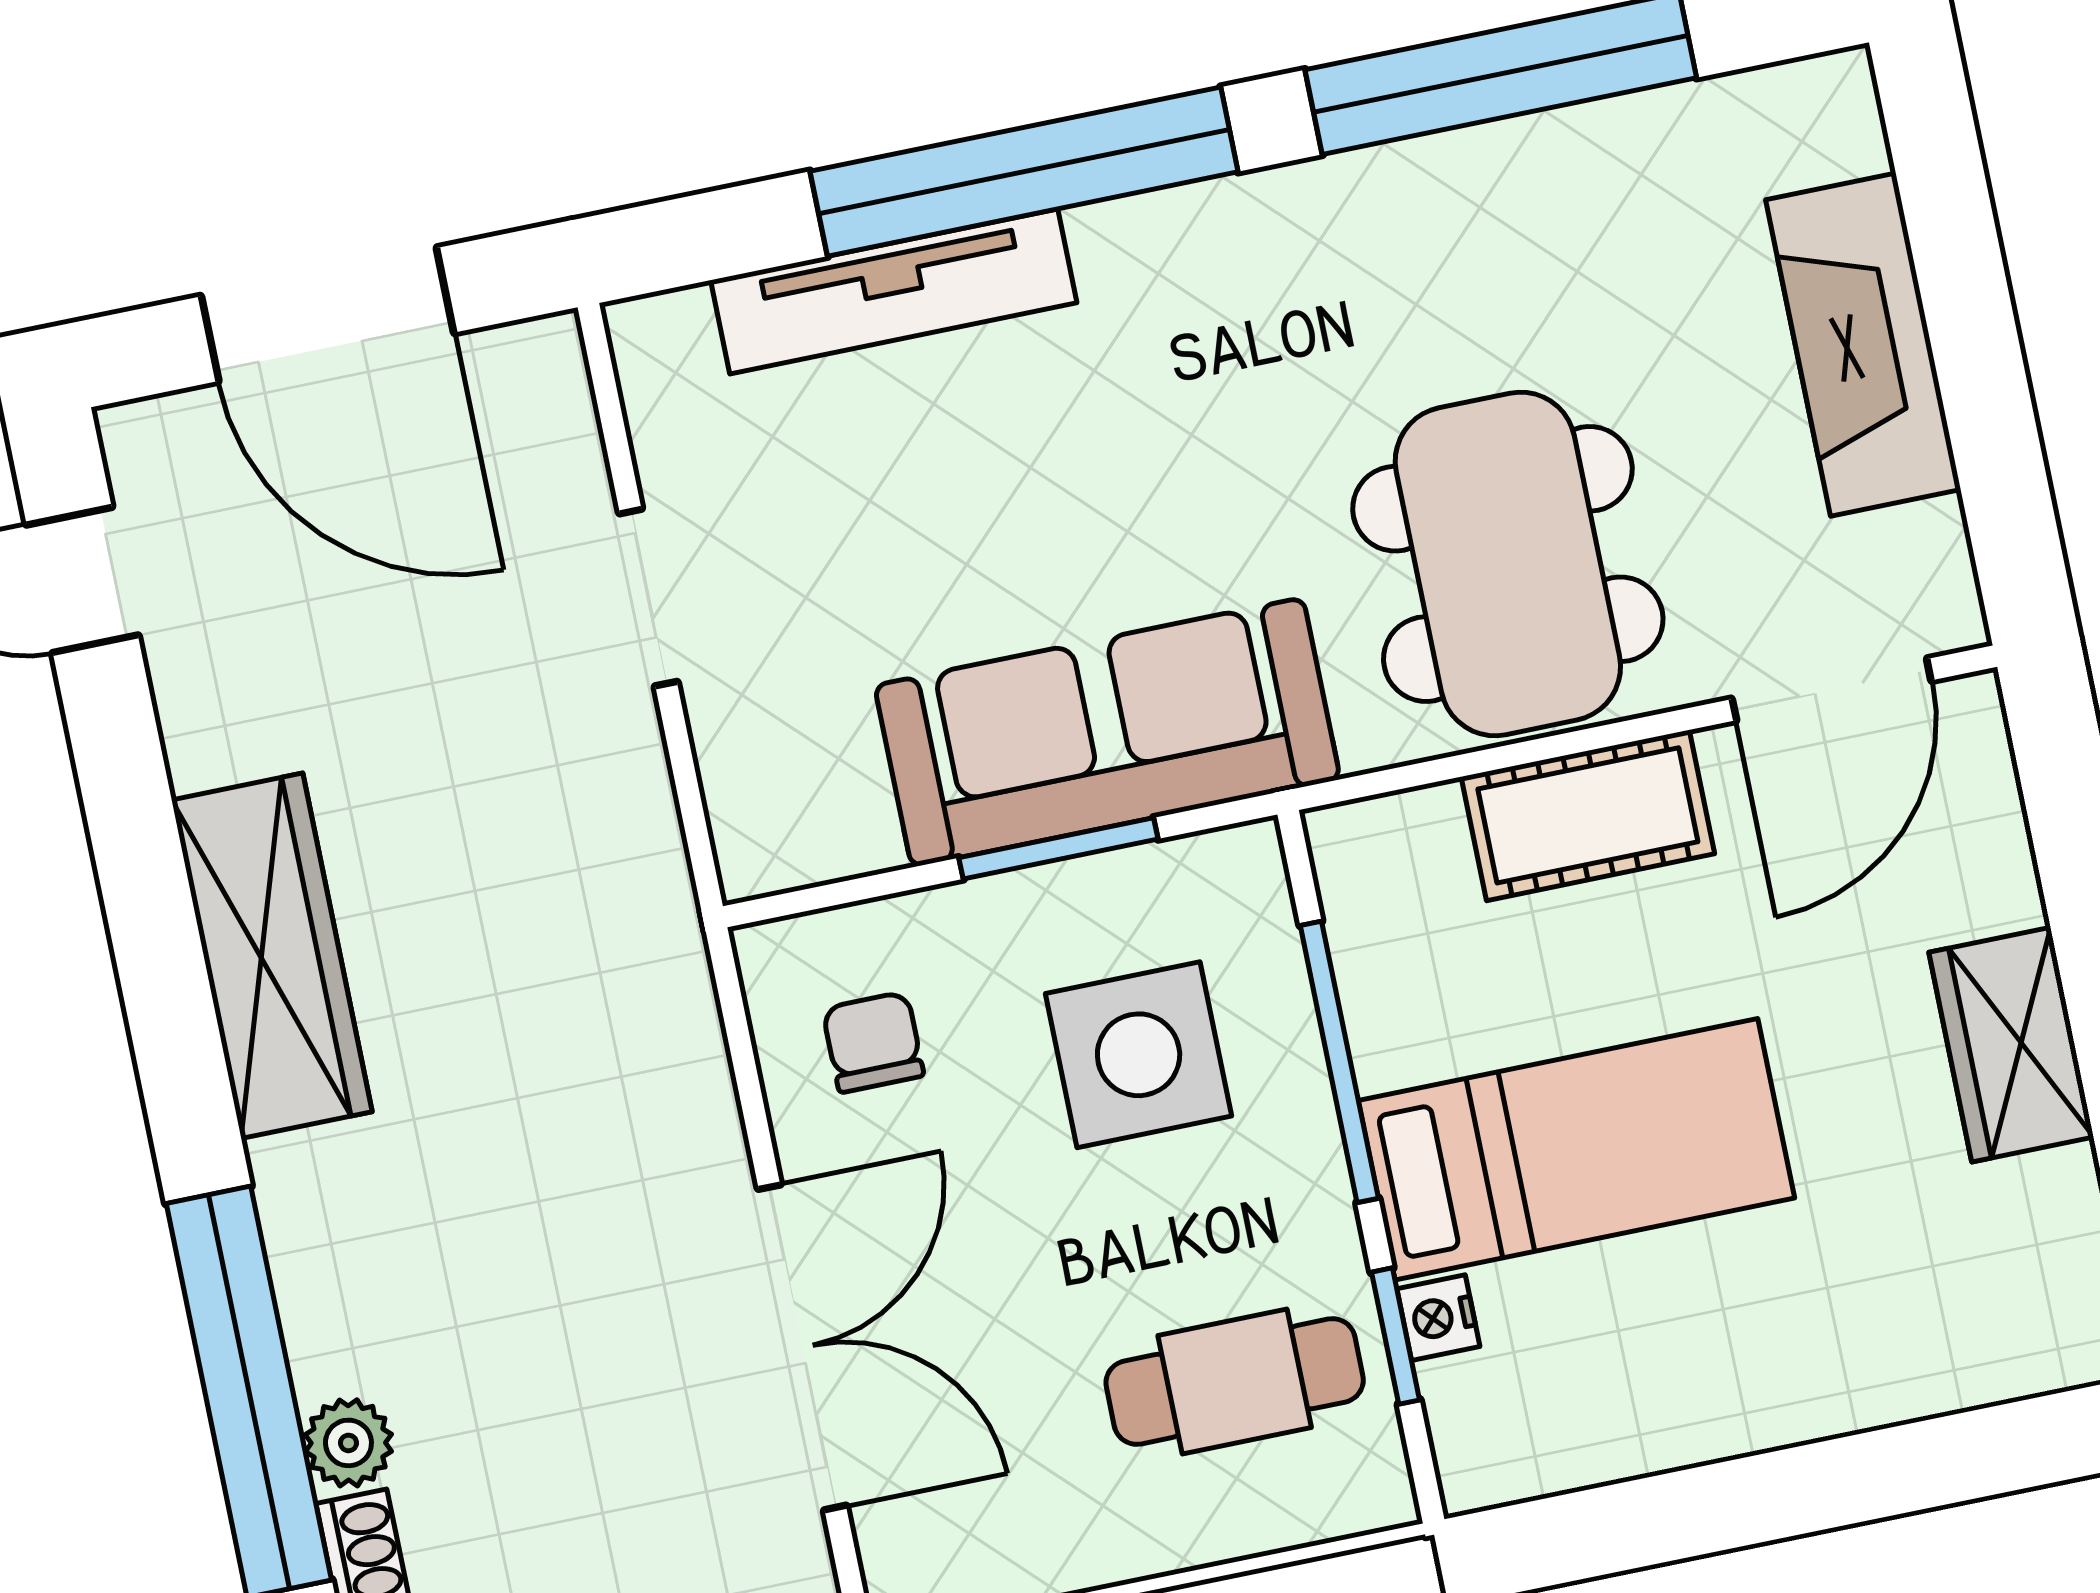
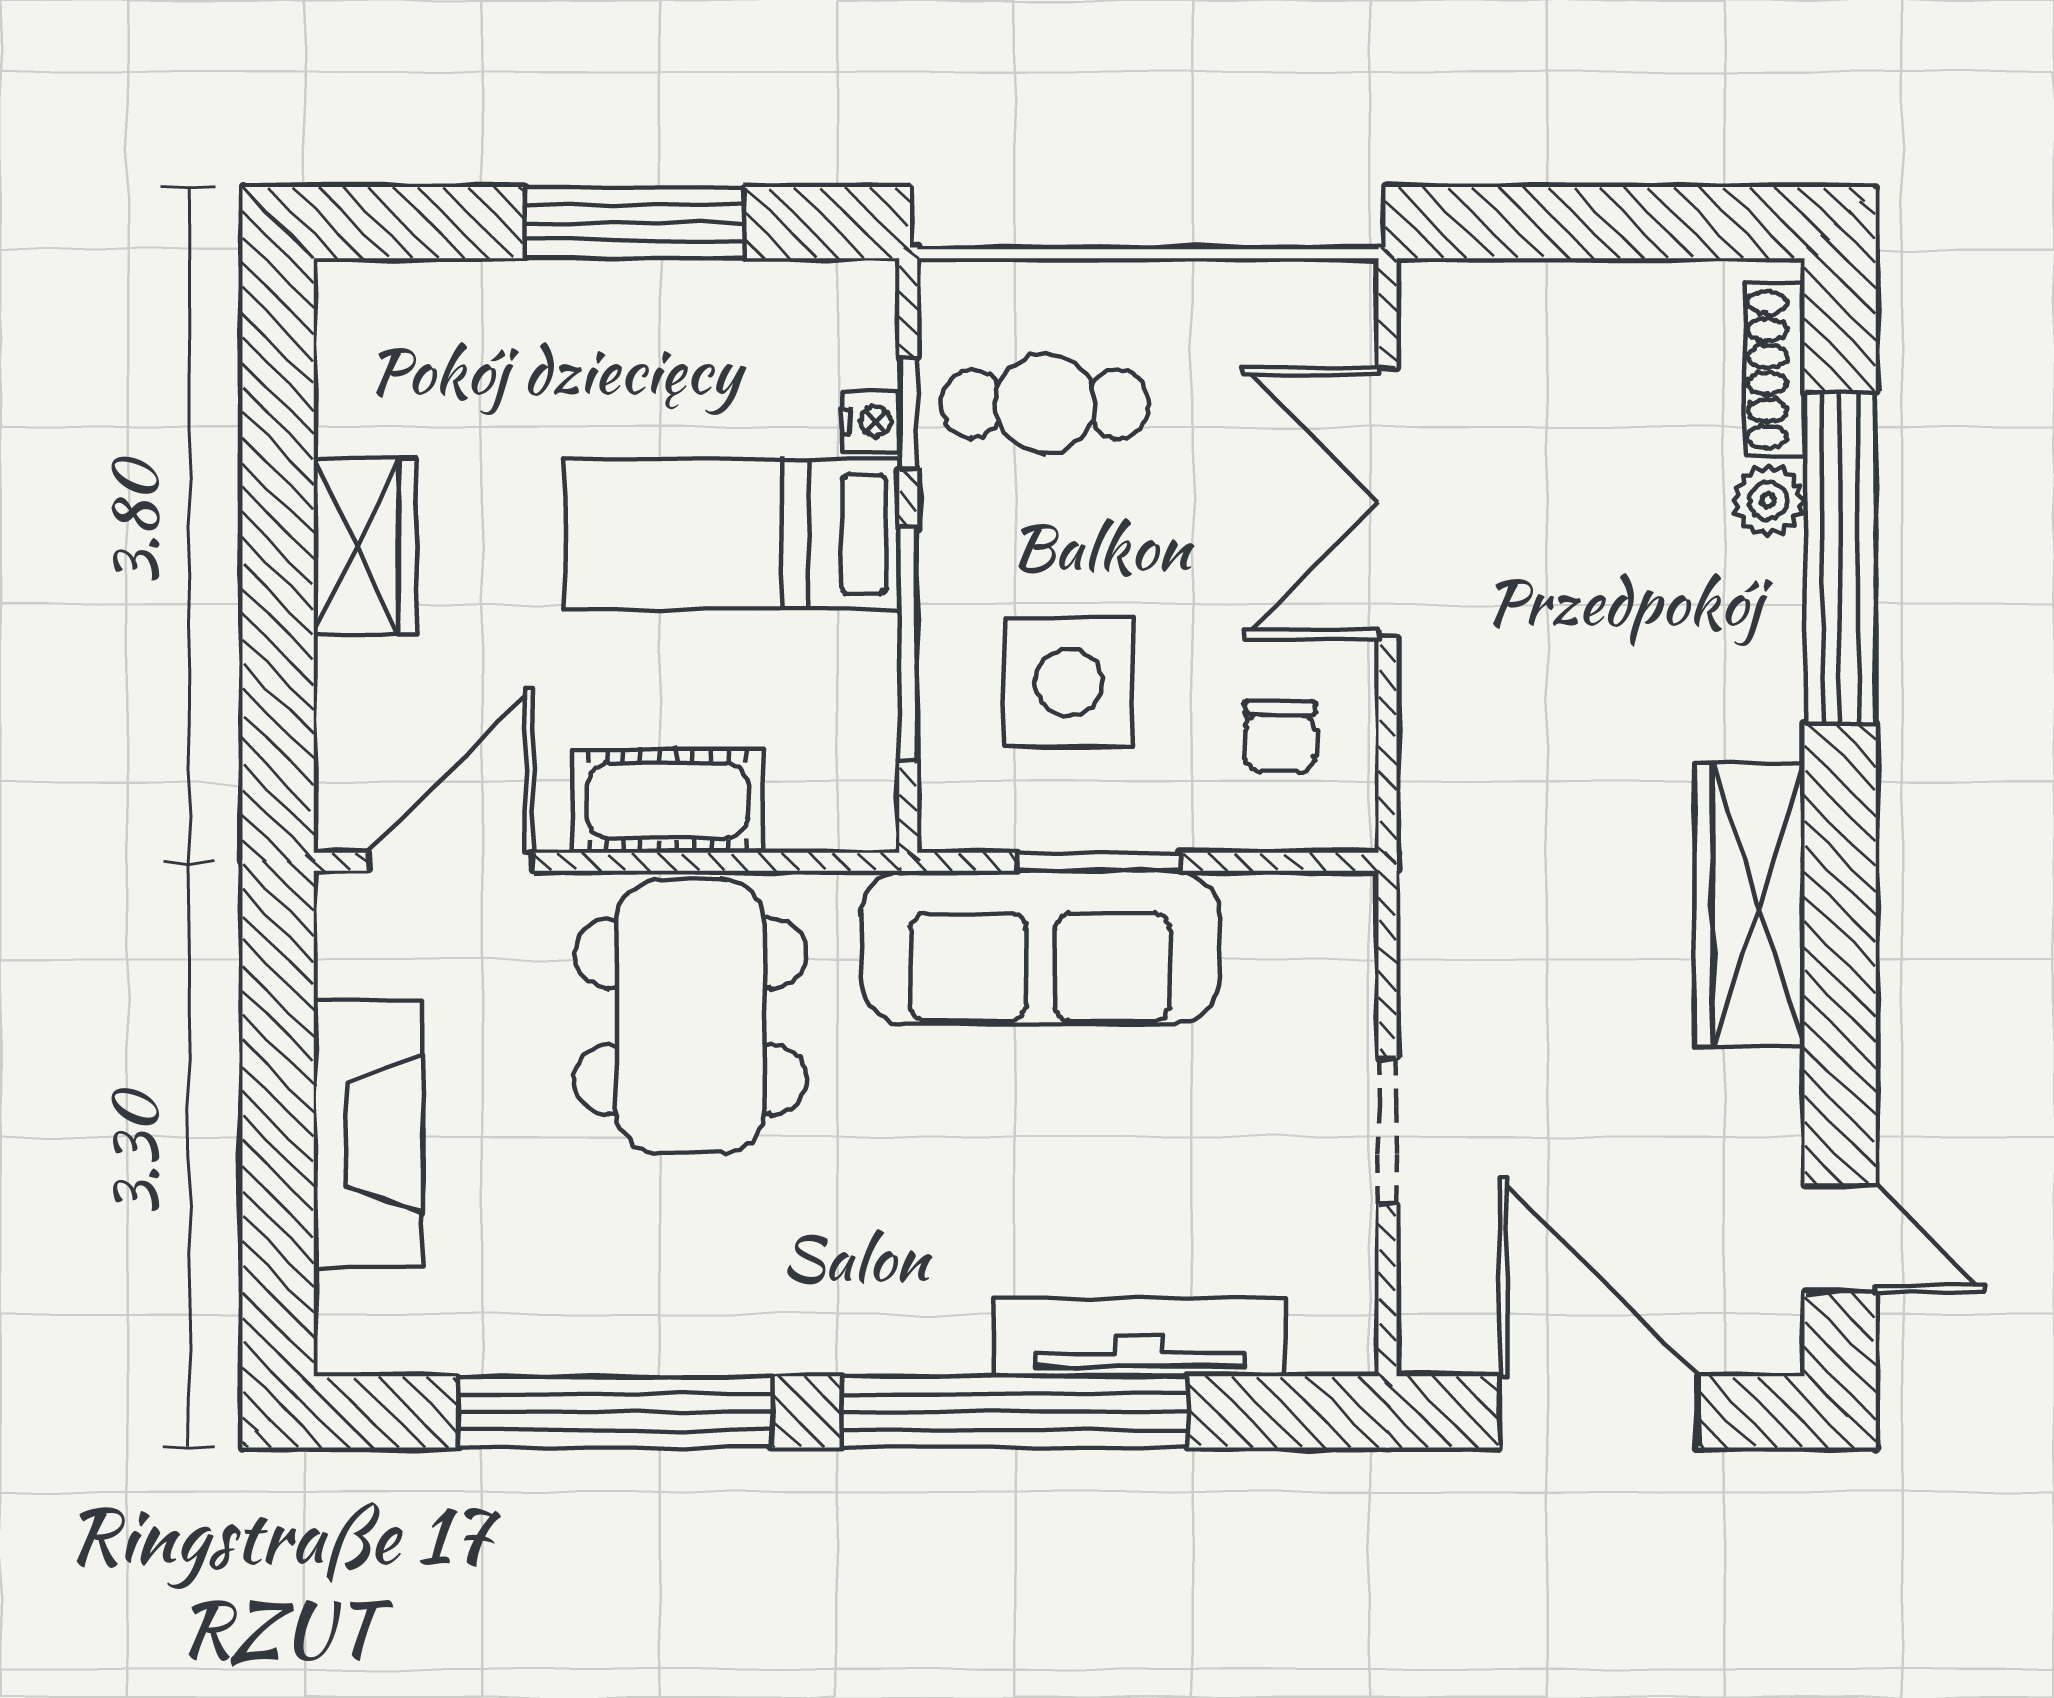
window: (1769, 1497) -> (635, 223), added

